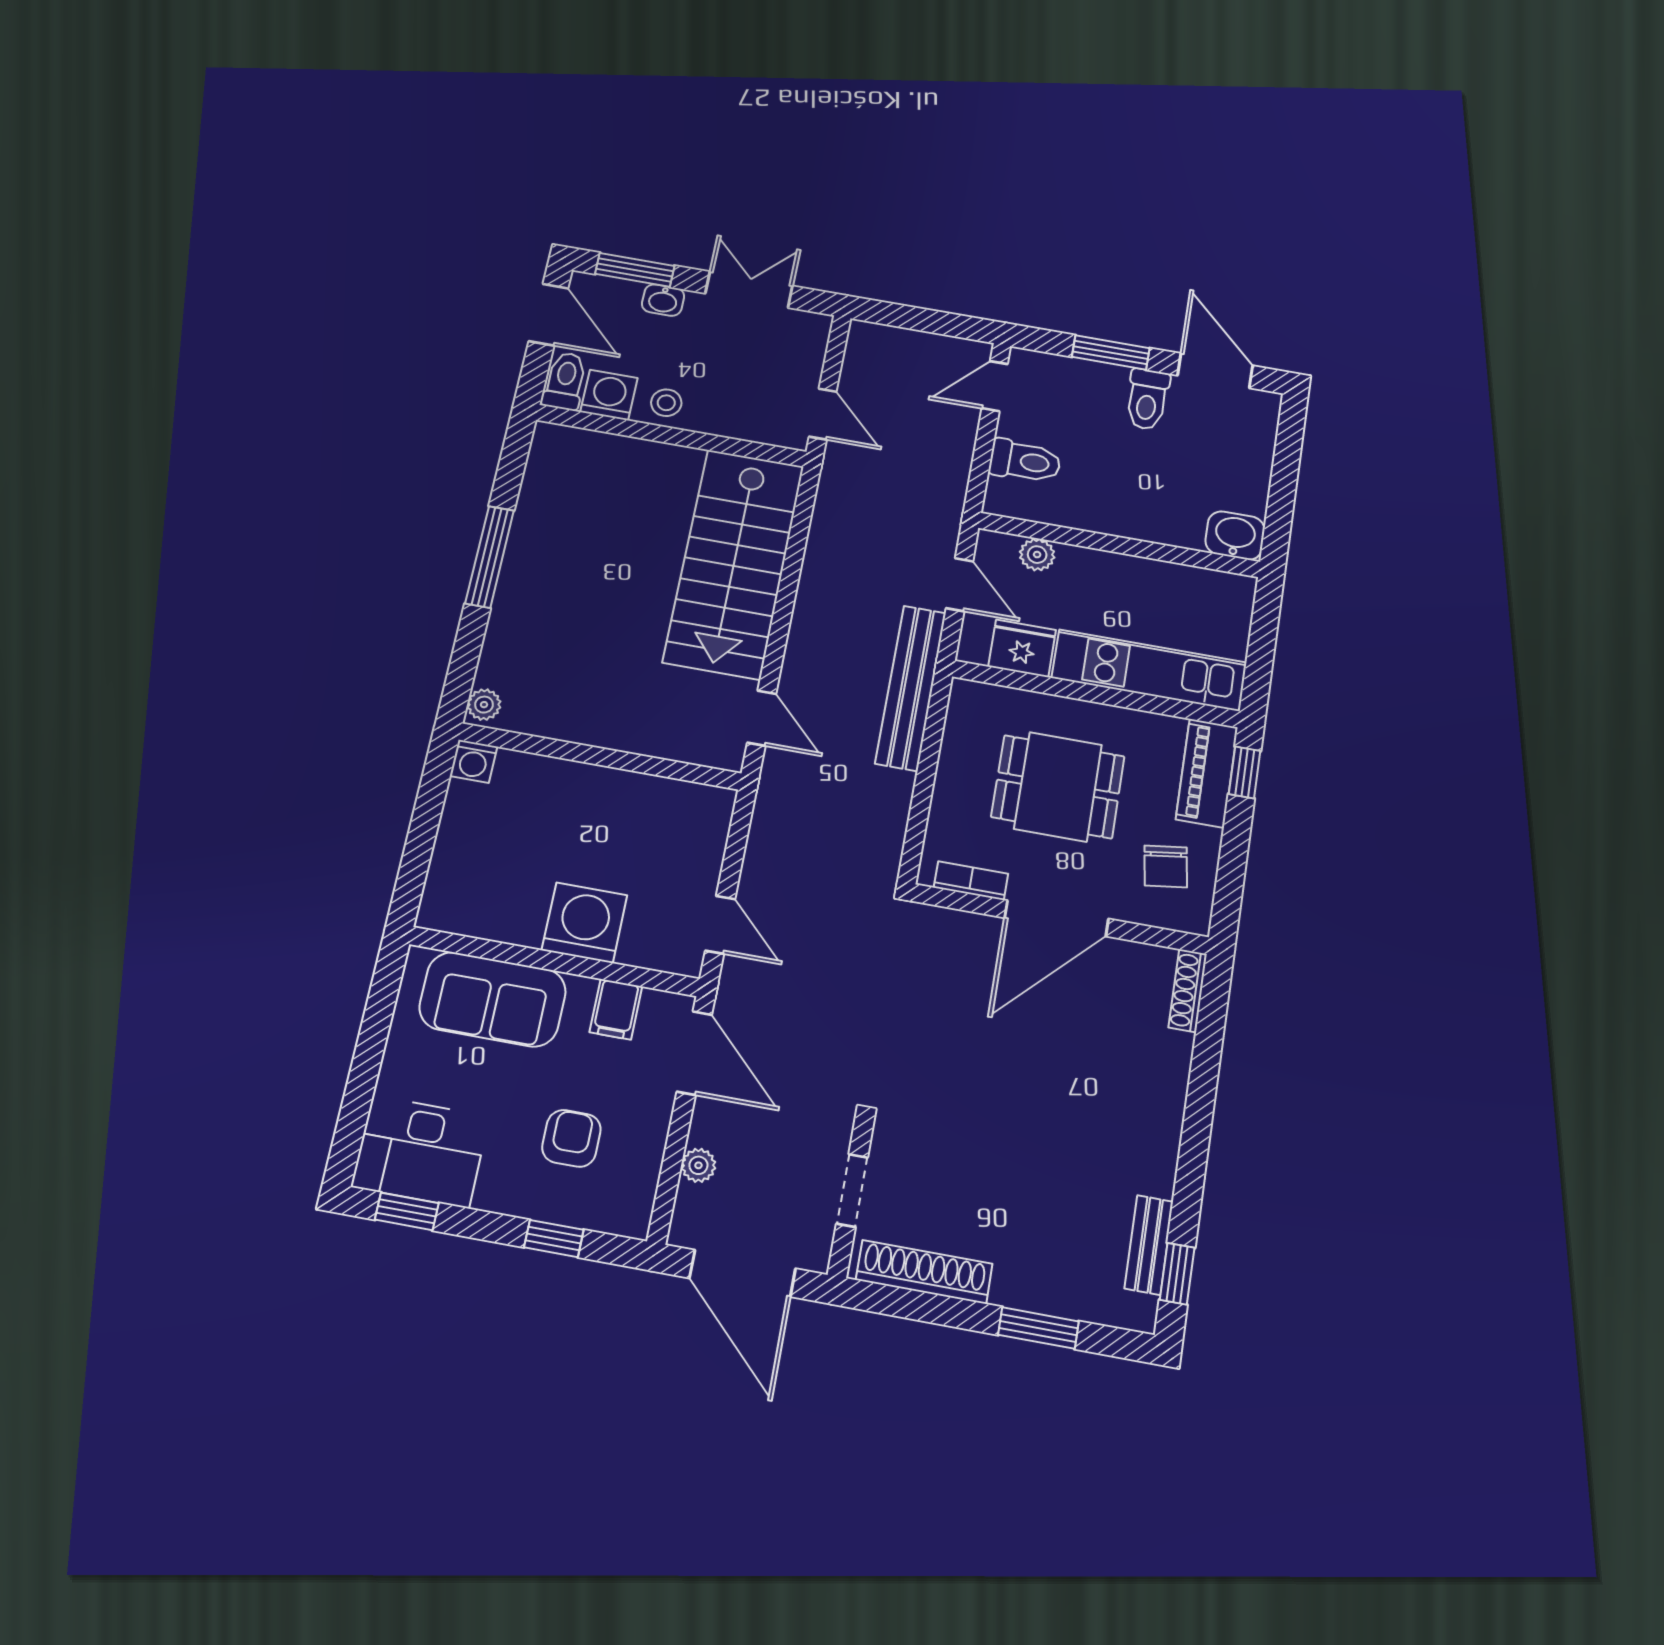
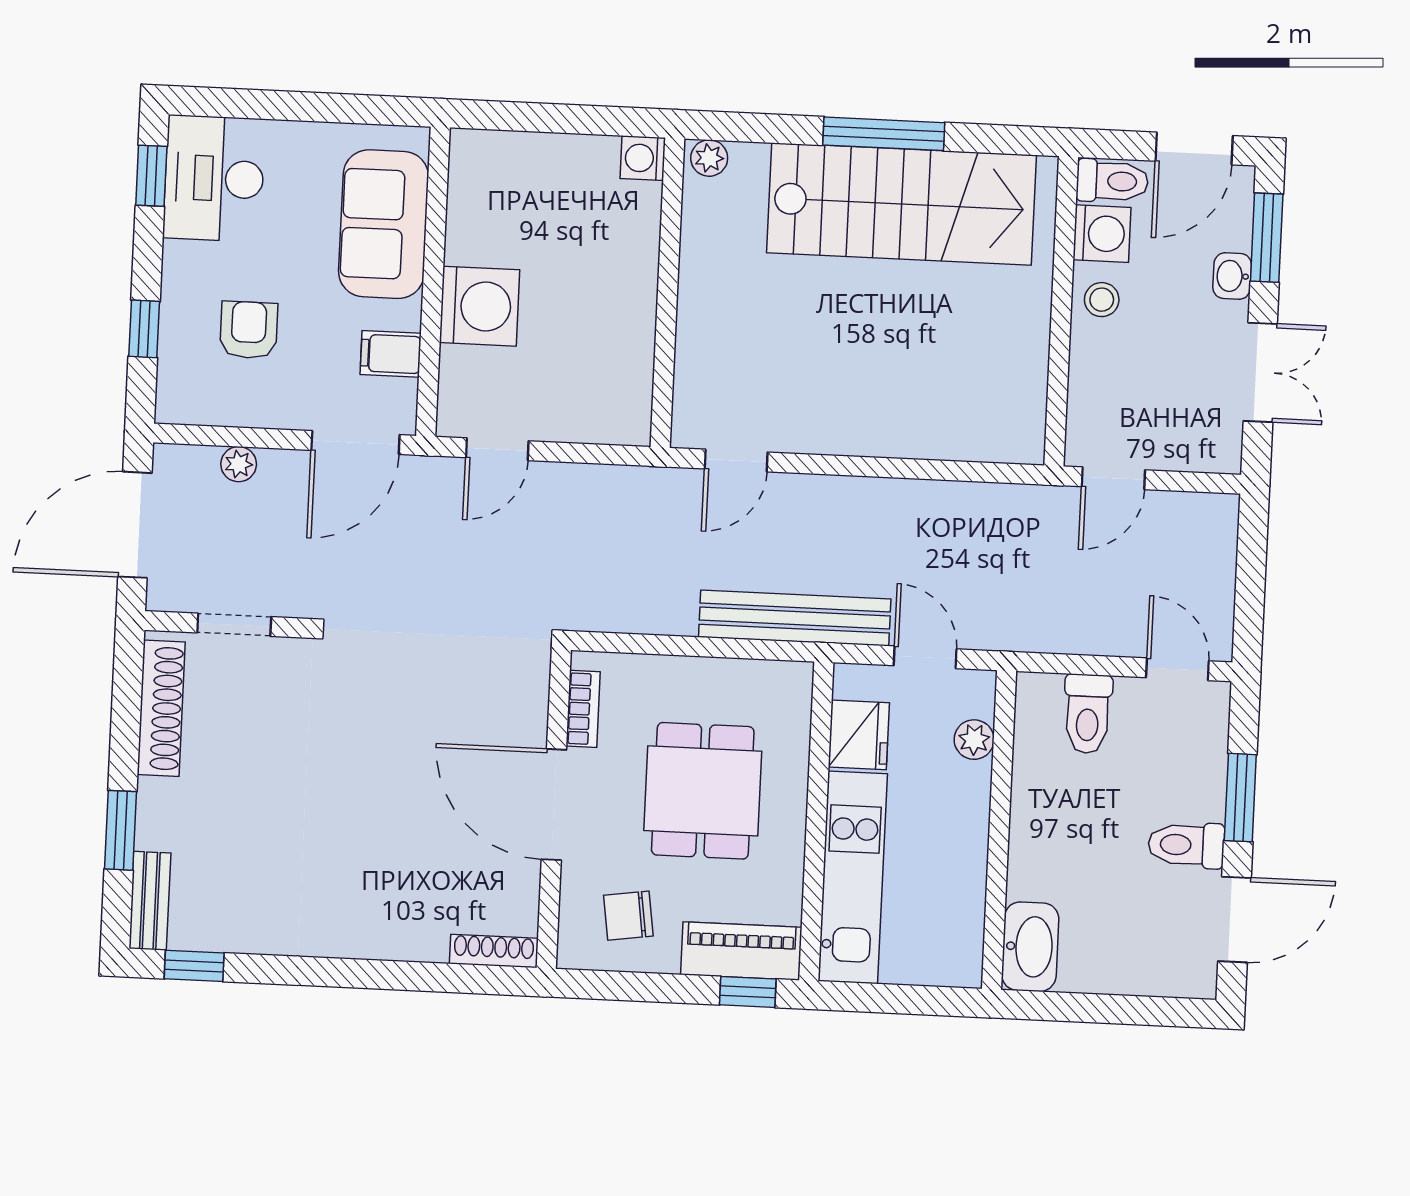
washbasin: (1235, 535) -> (1030, 947), width x1.38
stairs: (734, 563) -> (901, 204), moved, turned 180
door: (960, 585) -> (925, 657), swing flipped
armchair: (571, 1138) -> (249, 330), turned -90
bench: (1149, 1245) -> (150, 901), moved, turned 90

